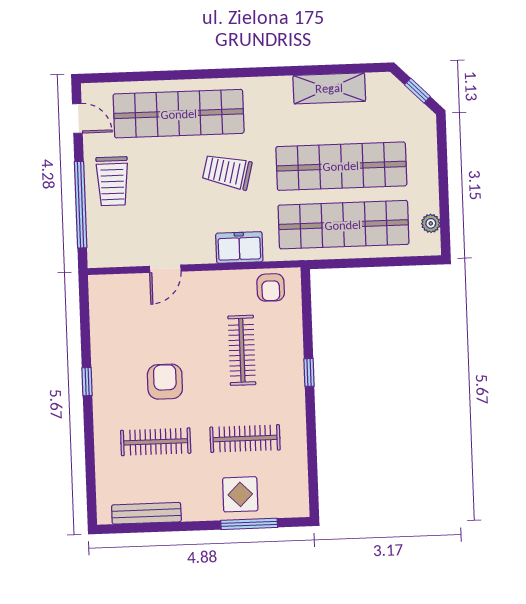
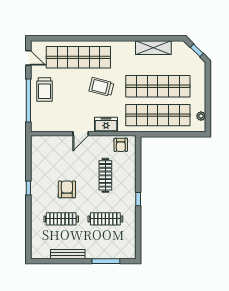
door: (165, 269) -> (81, 134), moved
window: (309, 372) -> (138, 199), moved
display table: (240, 494) -> (102, 246), removed
bench: (146, 513) -> (68, 254), moved

